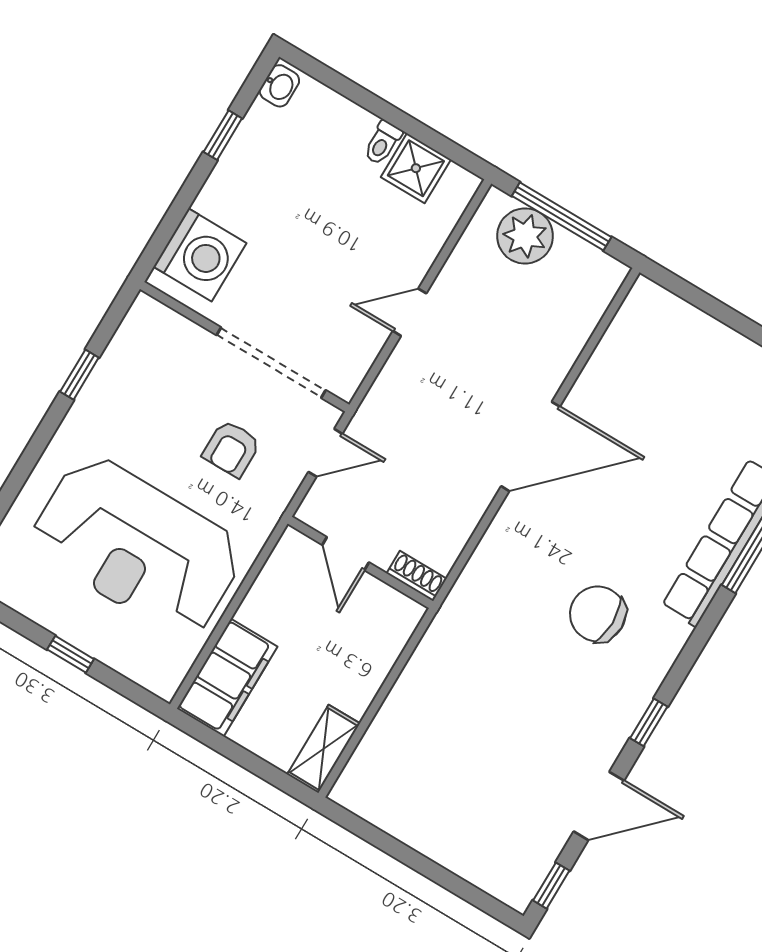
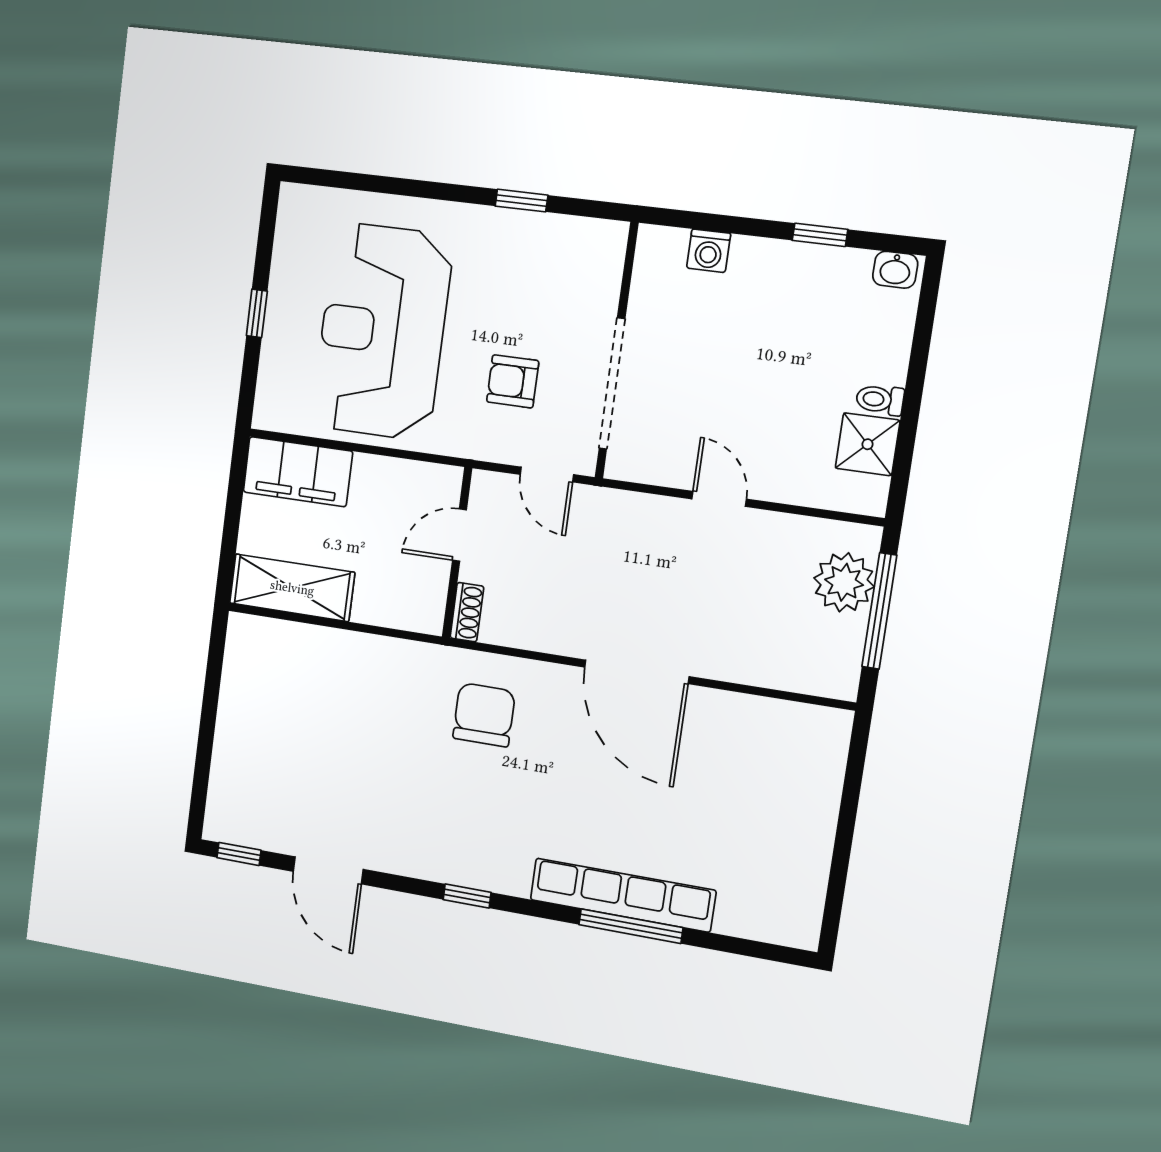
washing machine: (200, 255) -> (709, 251), width x0.53, depth x0.53
chair: (598, 614) -> (484, 715), moved
window: (649, 722) -> (467, 896), moved
shelving: (323, 749) -> (292, 588), width x1.50, depth x1.33

